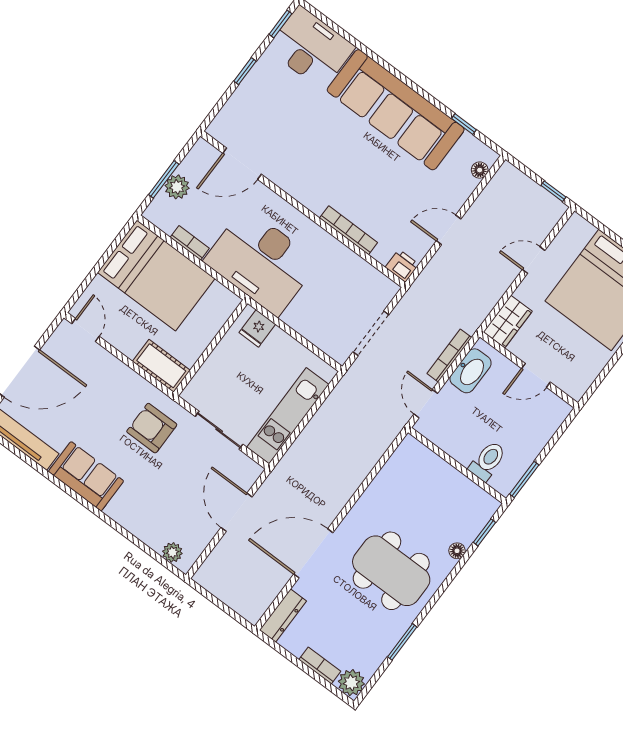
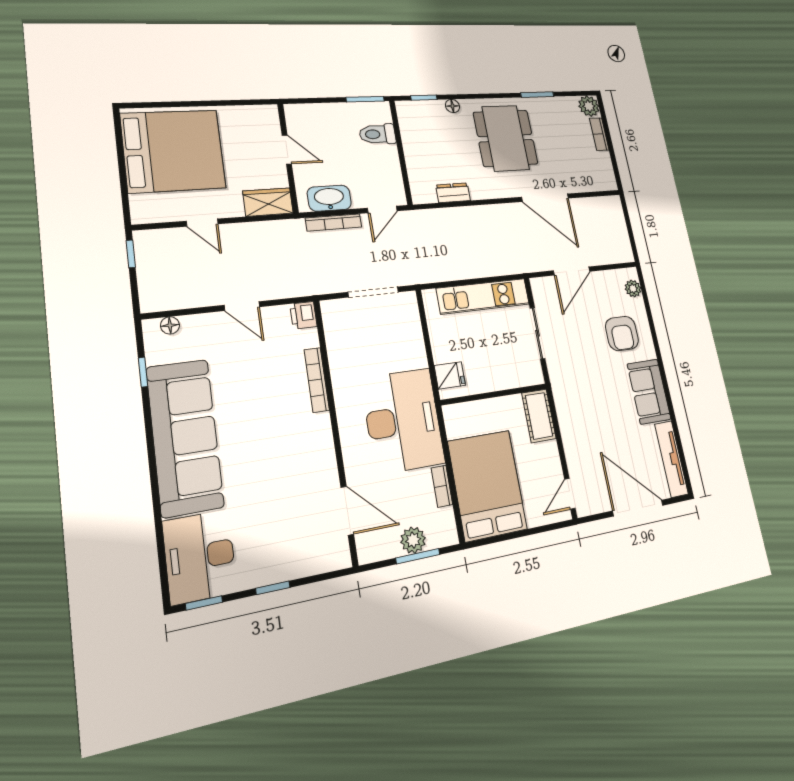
armchair: (152, 428) -> (622, 333), moved
dresser: (283, 616) -> (453, 193), moved, width x0.70

